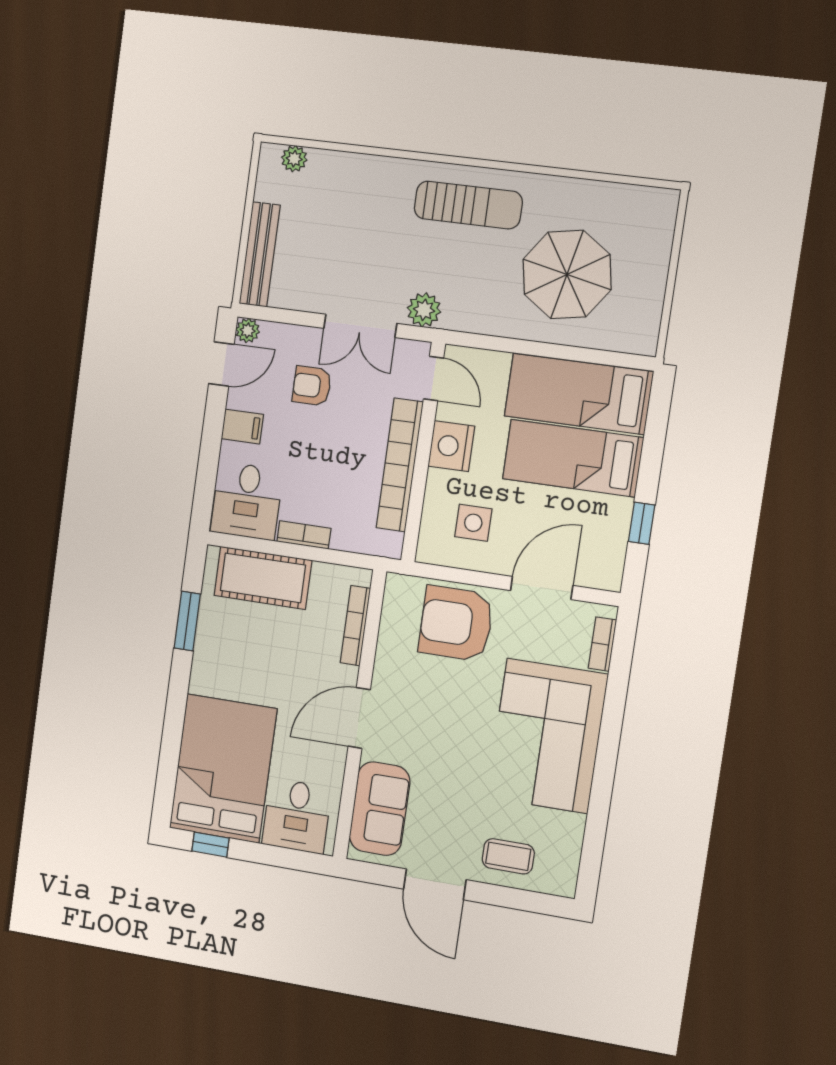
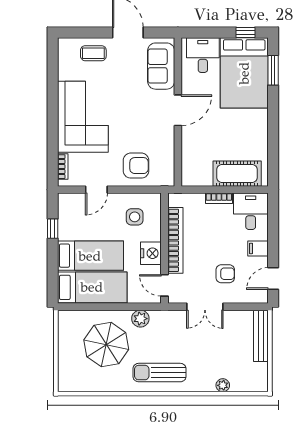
plant: (294, 159) -> (223, 385), moved
plant: (424, 310) -> (140, 319), moved
double door: (360, 326) -> (205, 307), swing flipped
plant: (248, 330) -> (262, 297), removed
door: (542, 588) -> (96, 190), width x0.73
window: (187, 621) -> (273, 70), moved
armchair: (456, 623) -> (136, 166), width x0.73, depth x0.73
bookcase: (355, 626) -> (186, 157), removed

